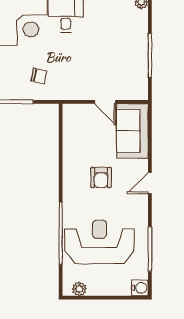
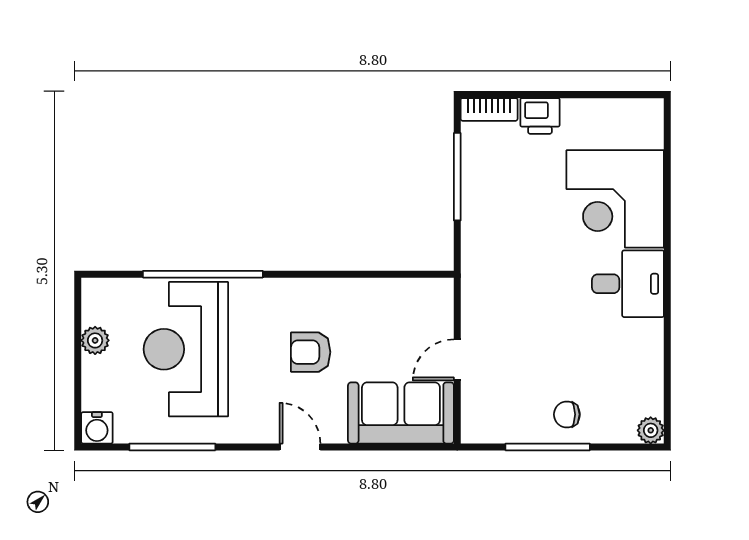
chair: (39, 76) -> (567, 414), moved, turned 78
reception desk: (99, 242) -> (186, 349), turned 180
plant: (79, 289) -> (95, 340), moved

